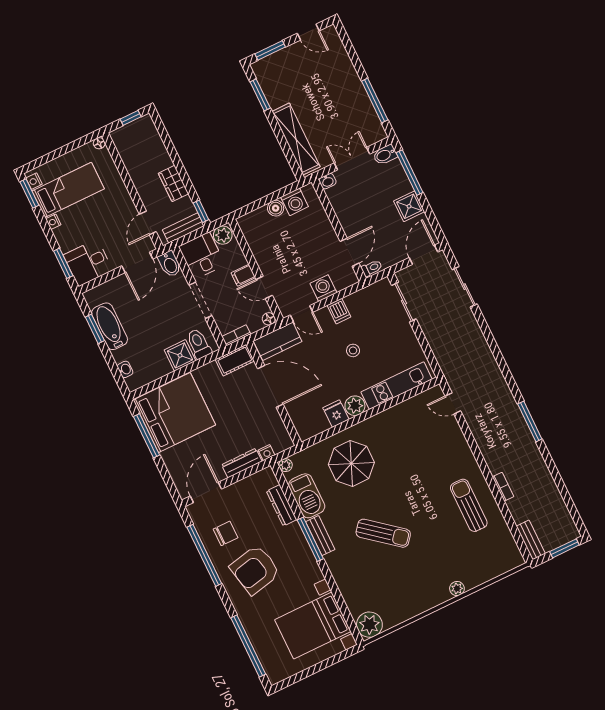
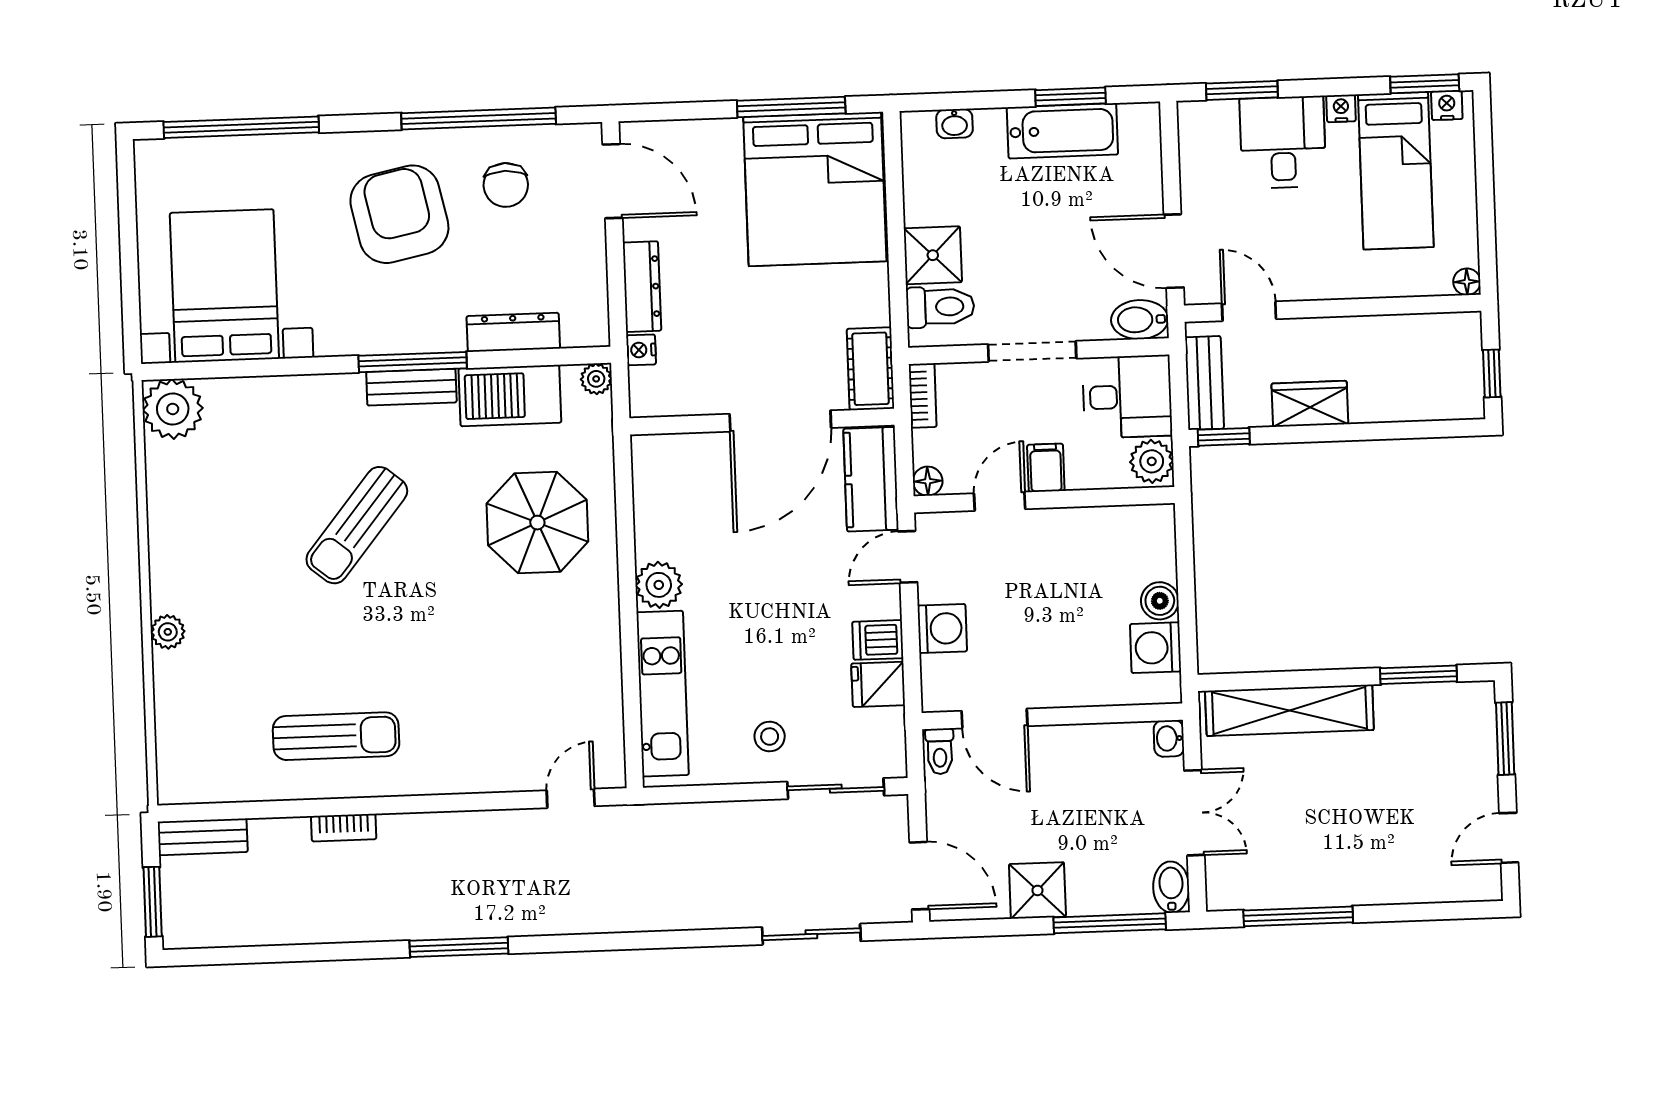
desk: (88, 263) -> (1283, 142), moved
stool: (353, 350) -> (770, 737), moved
fridge: (336, 414) -> (878, 684), moved, turned 180

